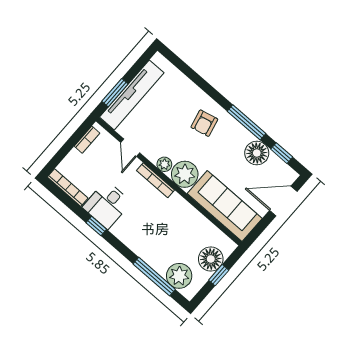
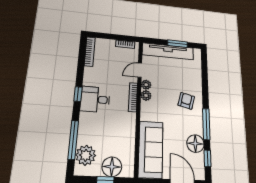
window: (115, 93) -> (178, 44), moved
armchair: (204, 123) -> (186, 101), turned 116
plant: (185, 174) -> (146, 85), moved, width x0.53, depth x0.53
desk: (107, 205) -> (95, 99), moved
window: (96, 226) -> (78, 94), moved

